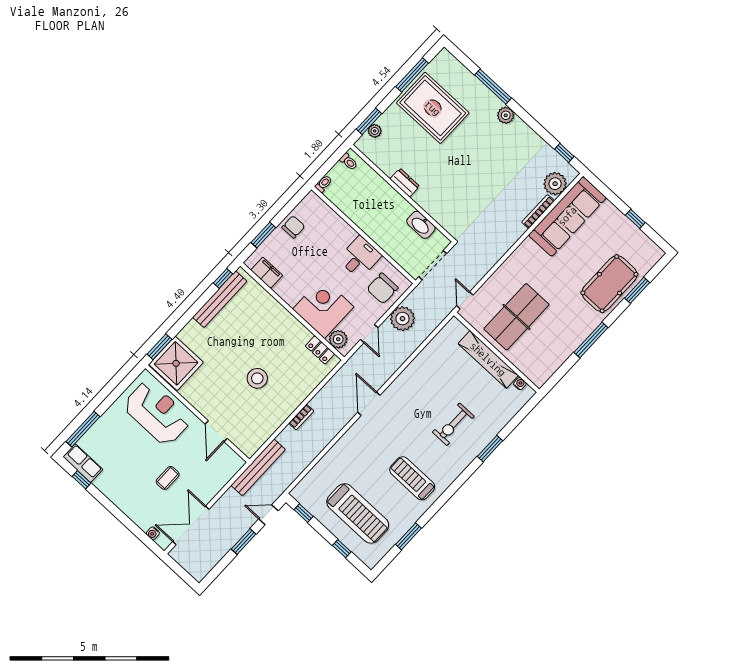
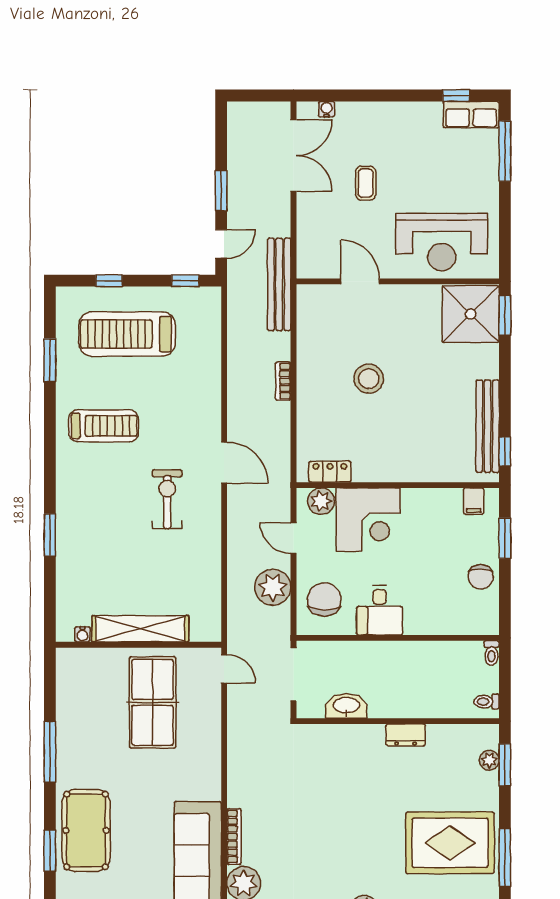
filing cabinet: (267, 273) -> (474, 501), width x0.50
exercise bike: (453, 424) -> (167, 499), moved

